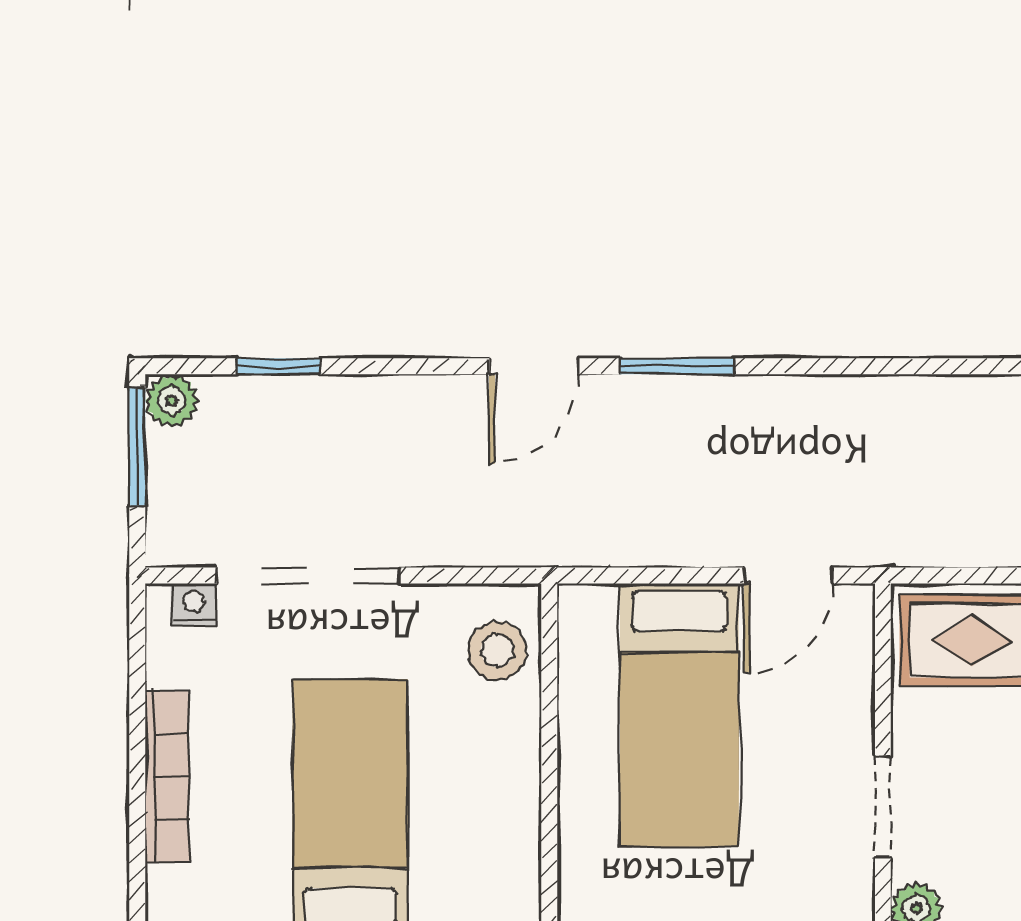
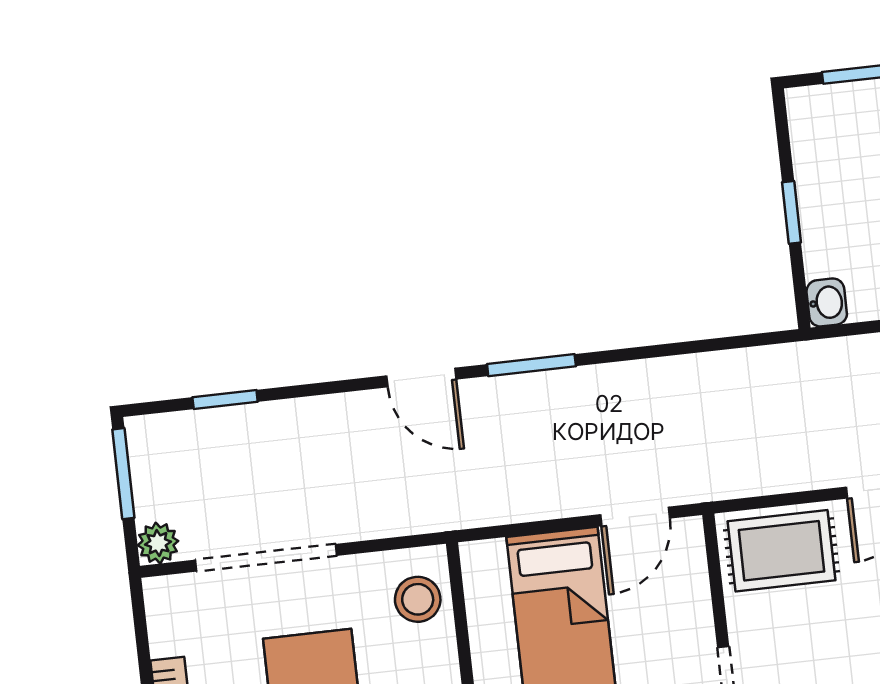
door: (534, 366) -> (421, 377), hinge flipped
plant: (172, 401) -> (158, 543), moved
nightstand: (194, 605) -> (180, 590), removed

